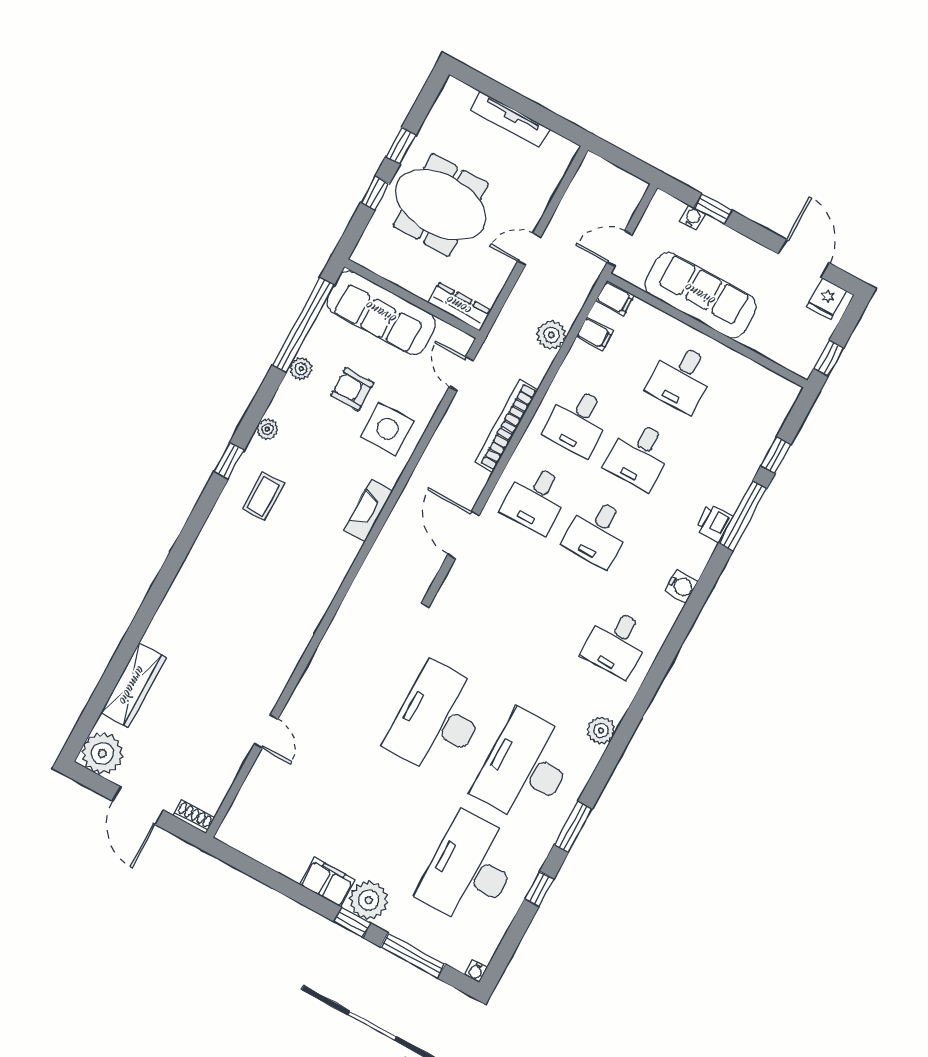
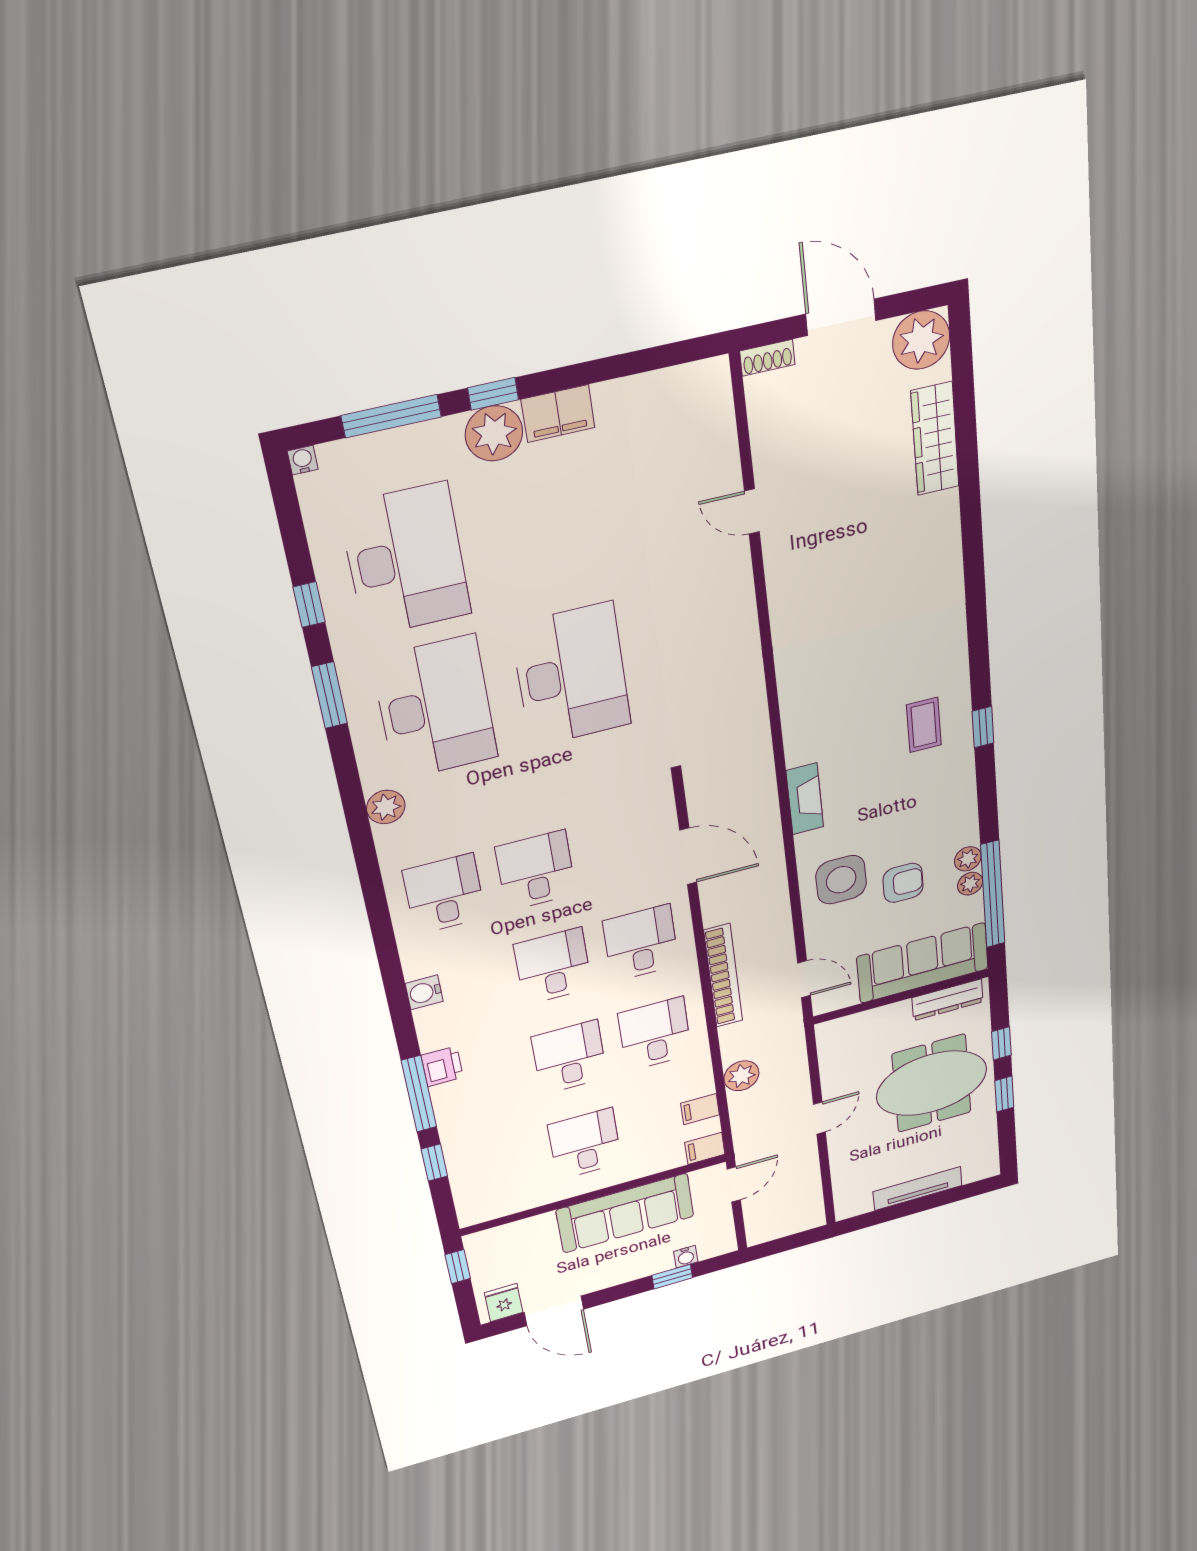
dresser: (459, 306) -> (948, 1000), moved
plant: (267, 429) -> (970, 884), moved
desk: (555, 609) -> (536, 871), added

